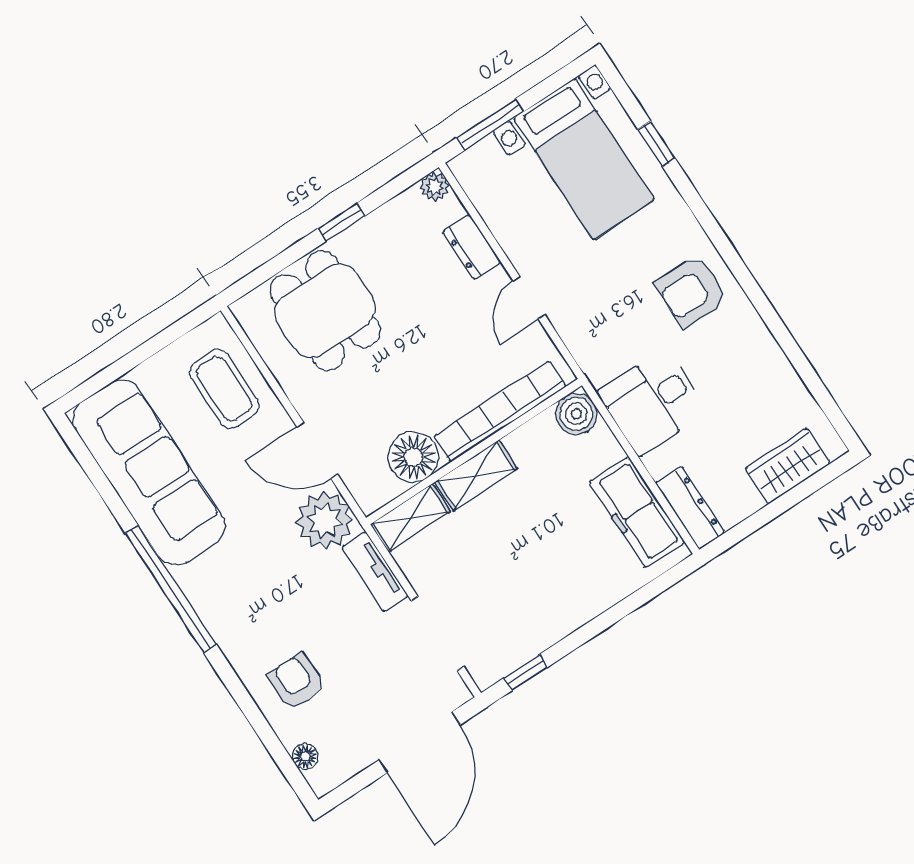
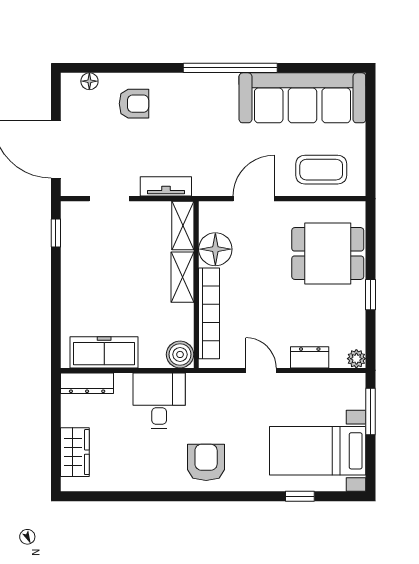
plant: (325, 521) -> (212, 177), removed
doorway: (438, 634) -> (109, 199), width x0.73

